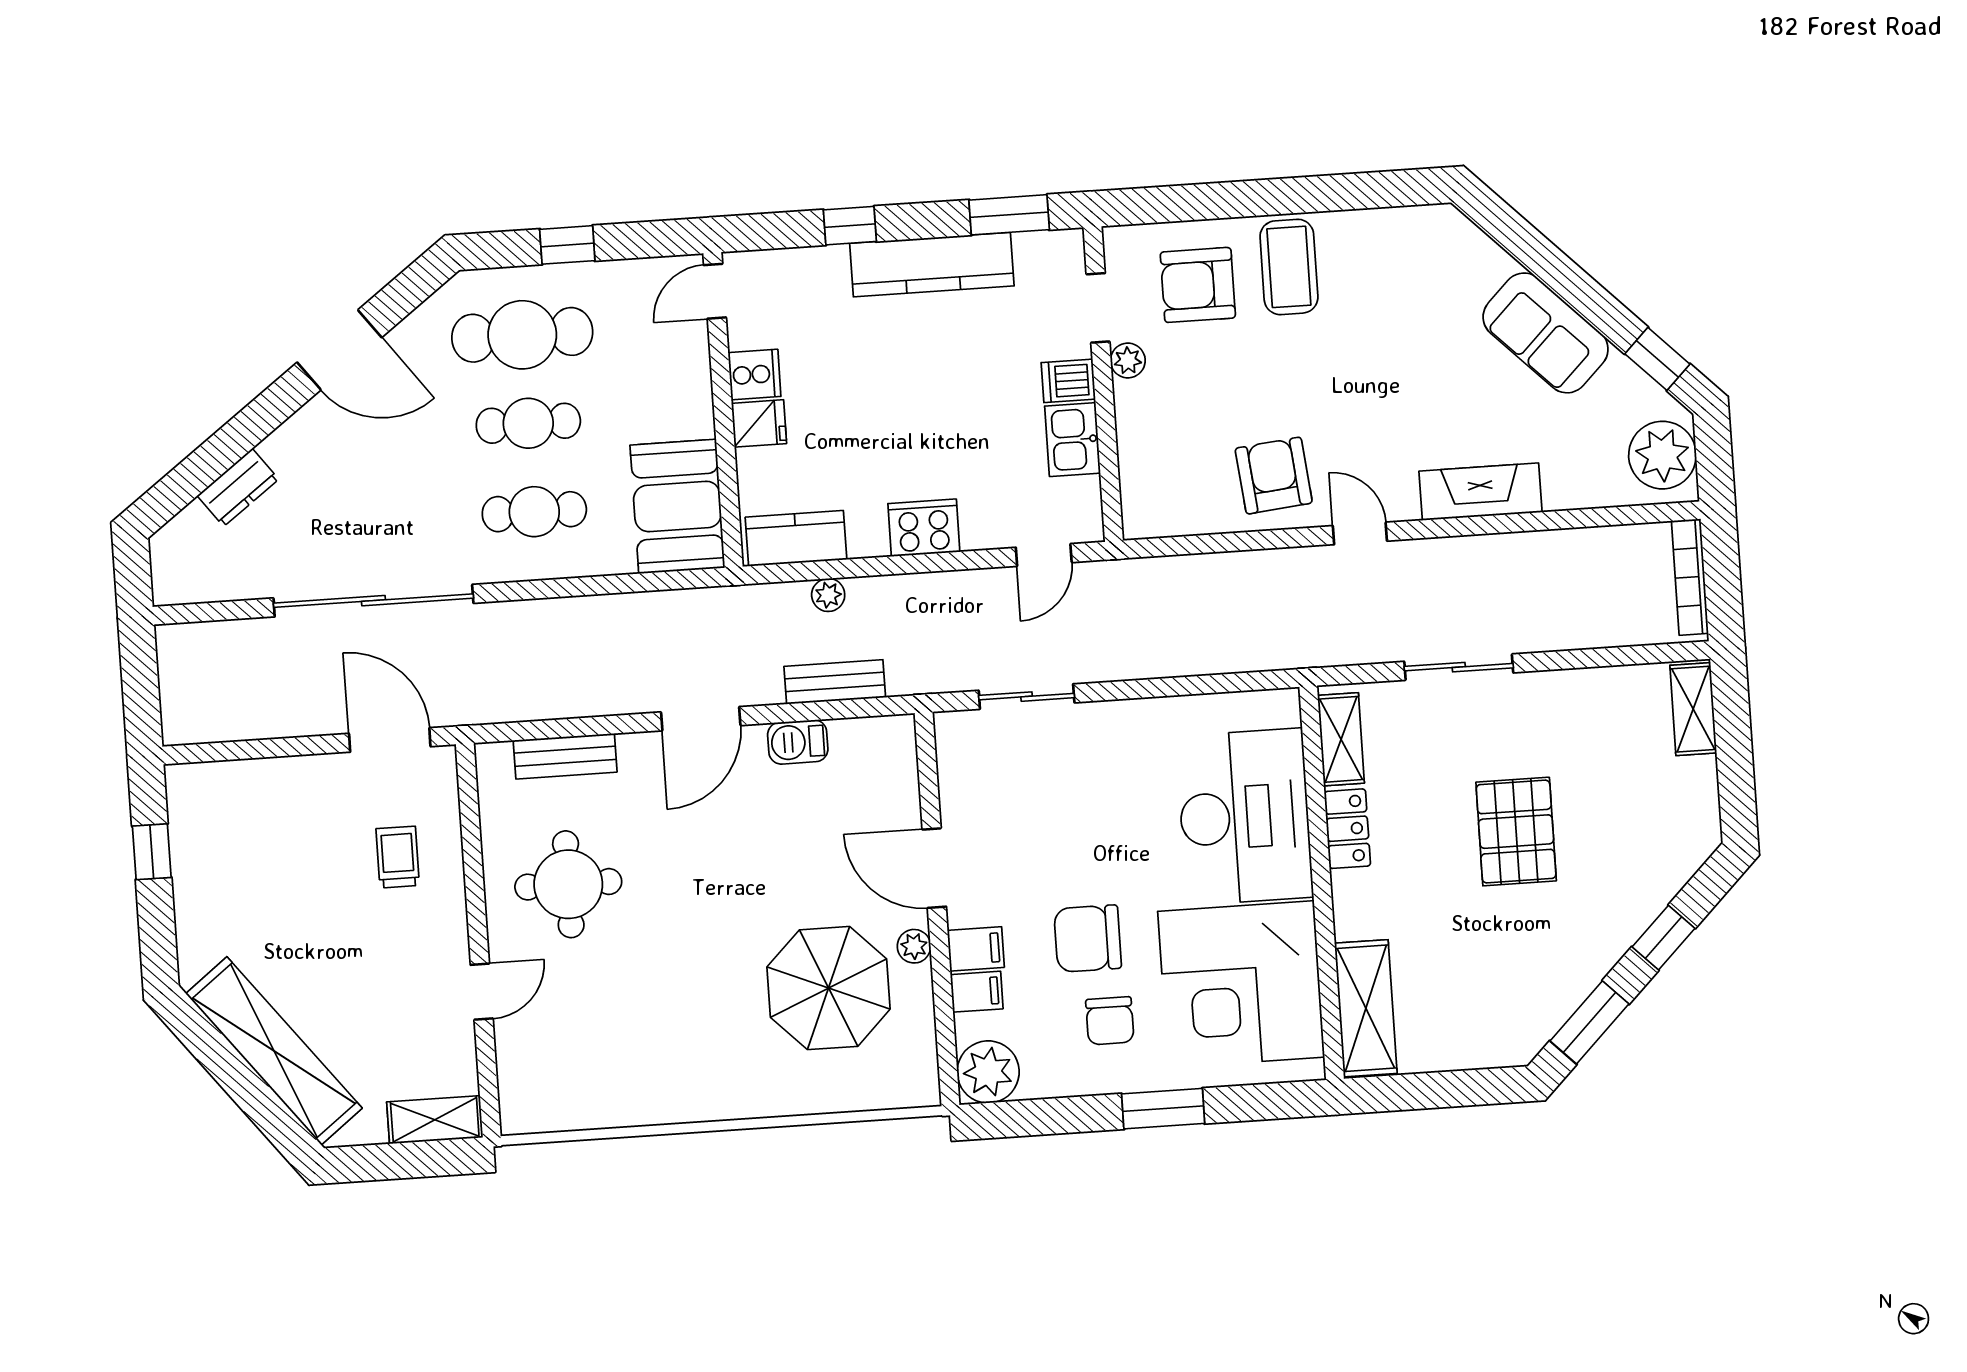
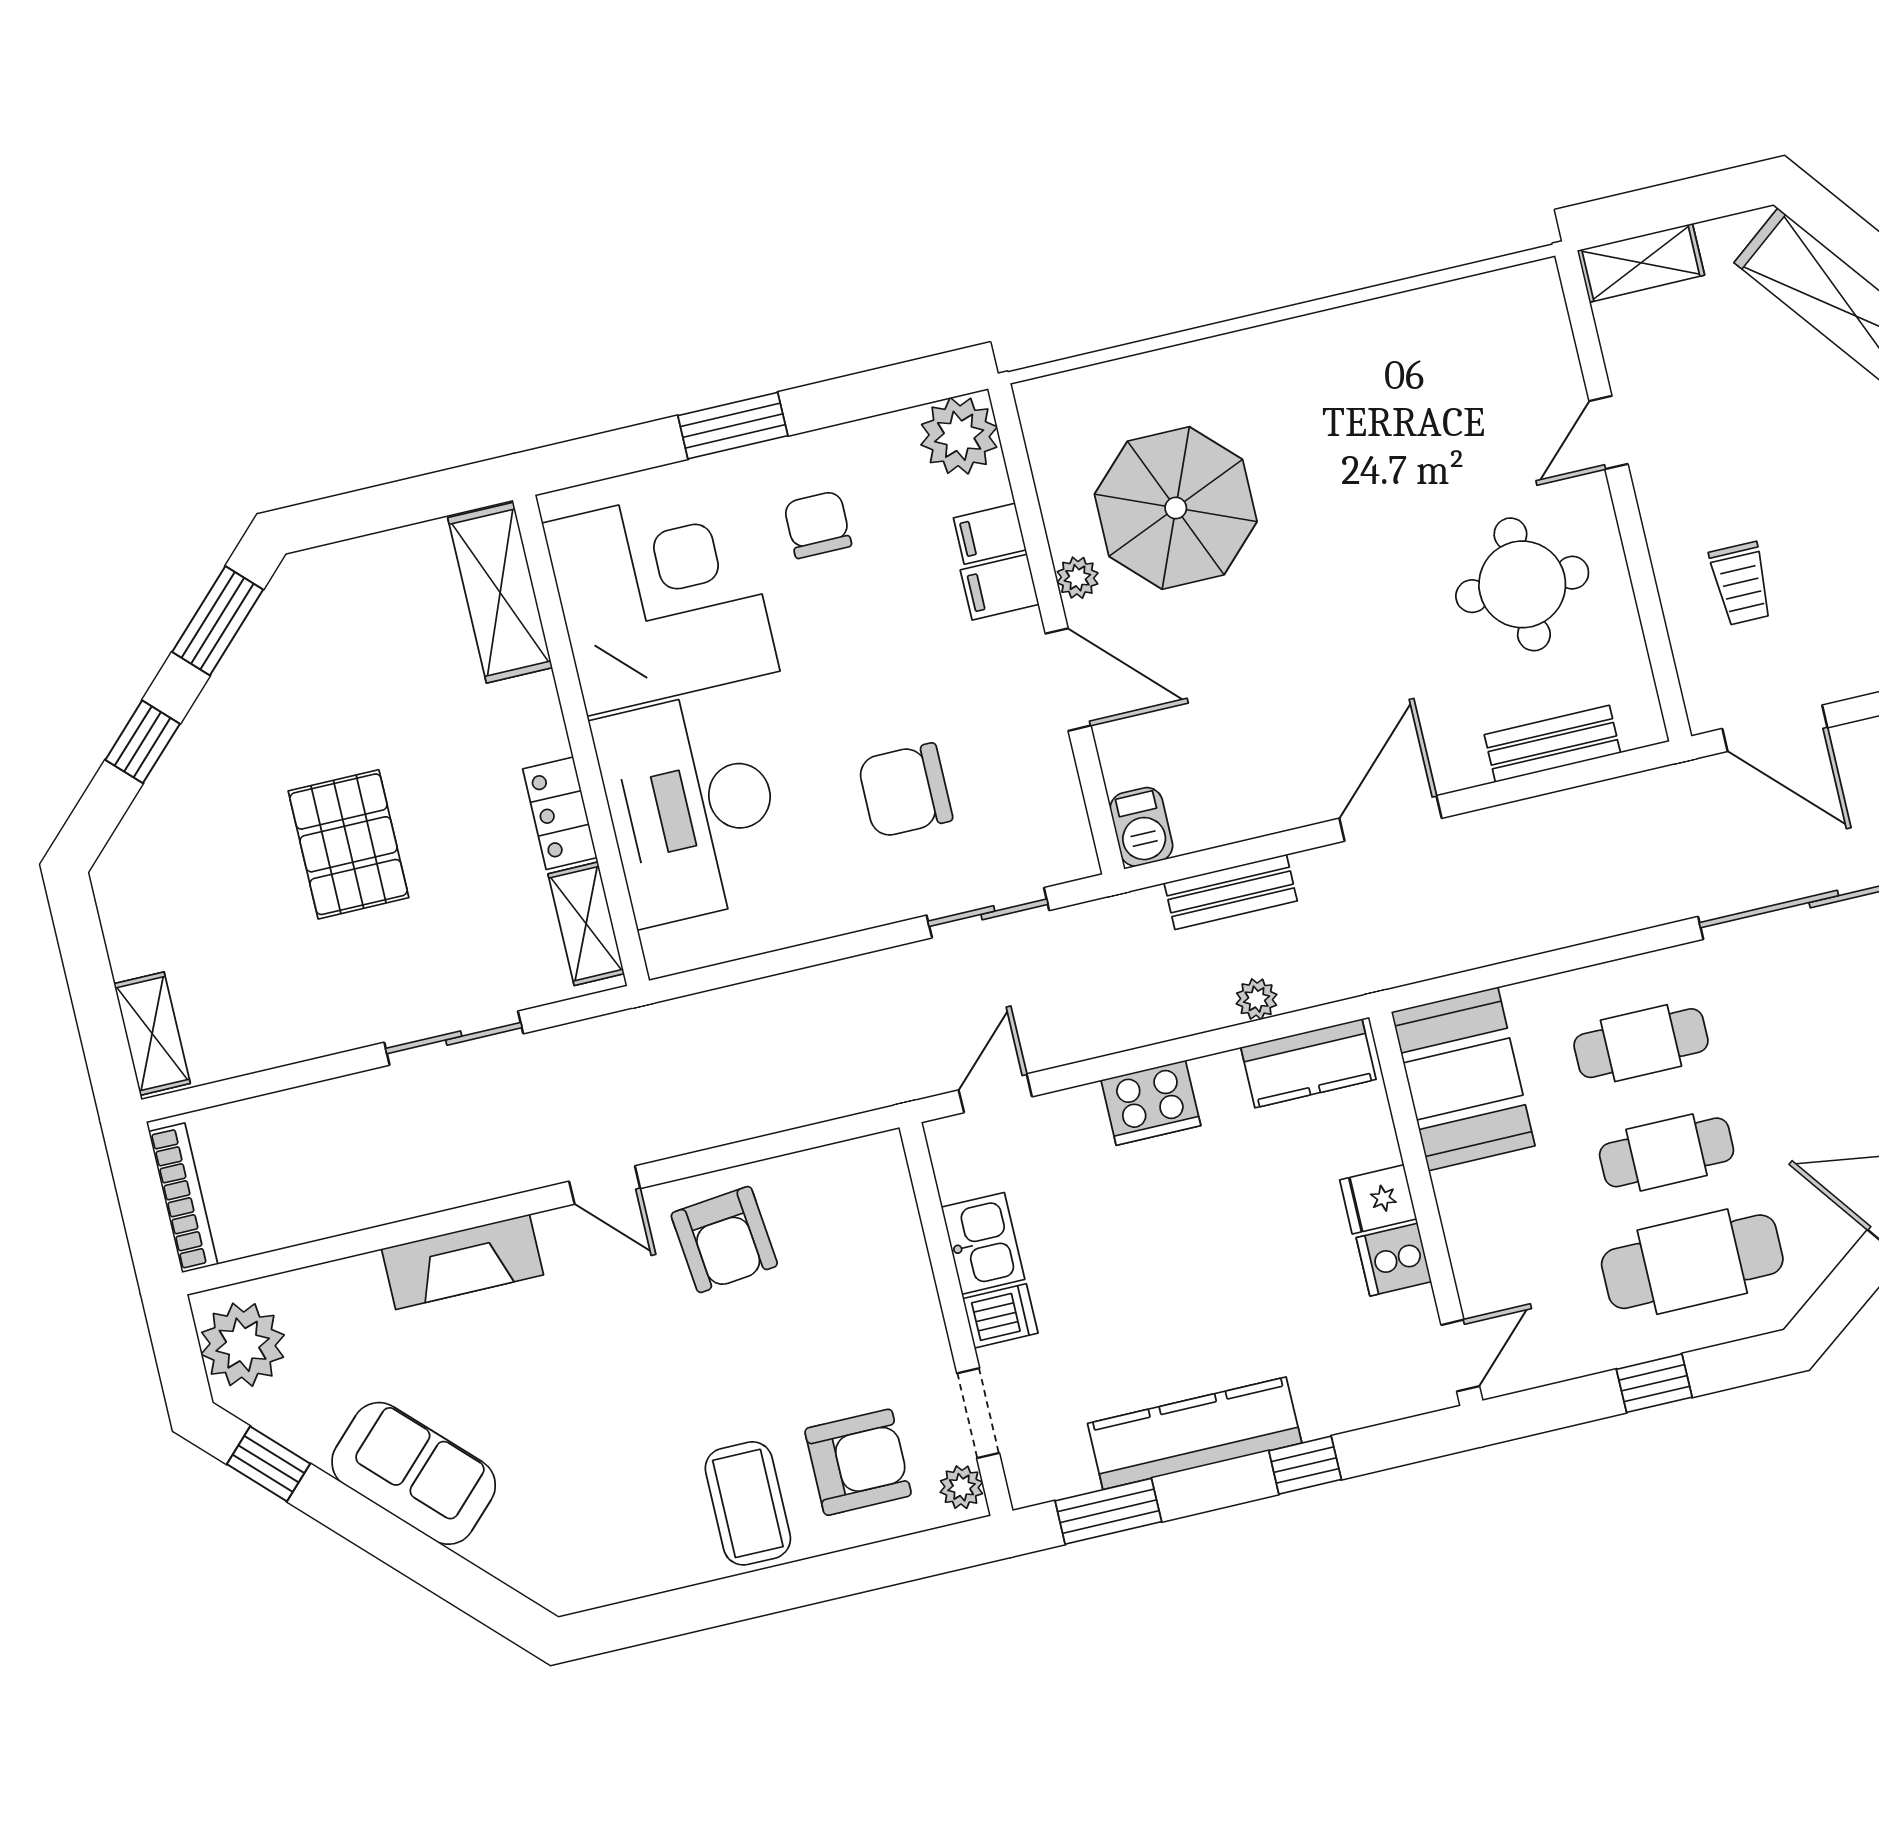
plant: (1128, 361) -> (961, 1487), moved
barbecue: (798, 742) -> (1141, 827), moved, turned 90
chair: (1088, 939) -> (905, 790), moved, turned 180

